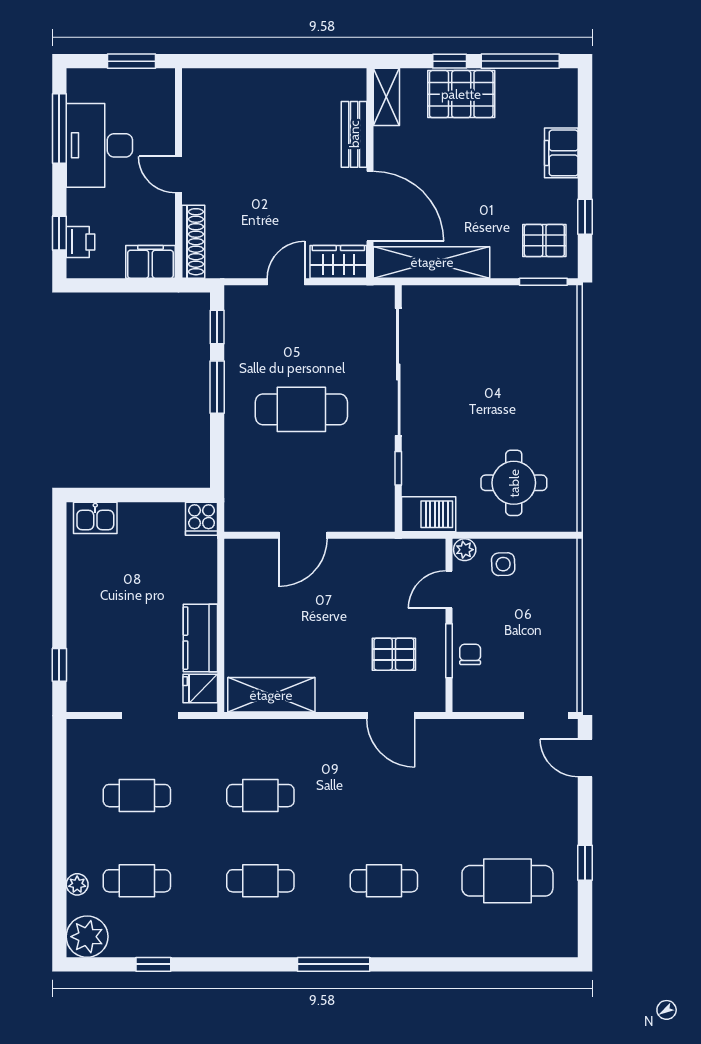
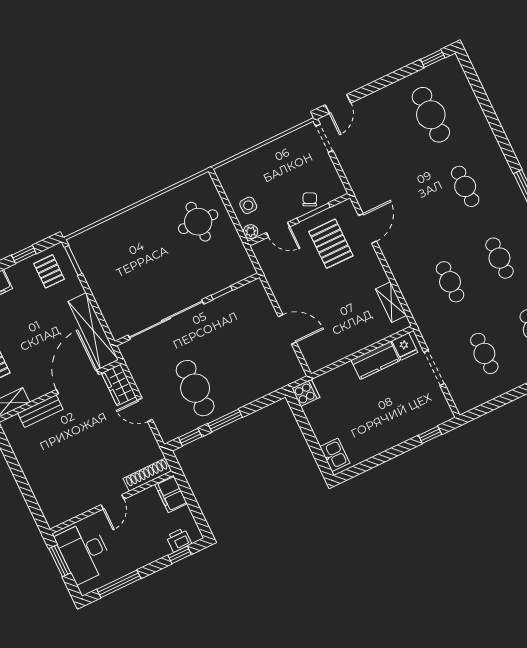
desk: (99, 145) -> (84, 552), moved, turned 90
cafe table: (301, 409) -> (195, 388), moved
barbecue: (429, 514) -> (240, 262), removed
pallet: (394, 654) -> (331, 244), width x1.50, depth x1.42
chair: (470, 654) -> (310, 199), turned 116
shelving: (271, 695) -> (391, 302), width x0.67, depth x0.75
window: (585, 863) -> (433, 58), moved

